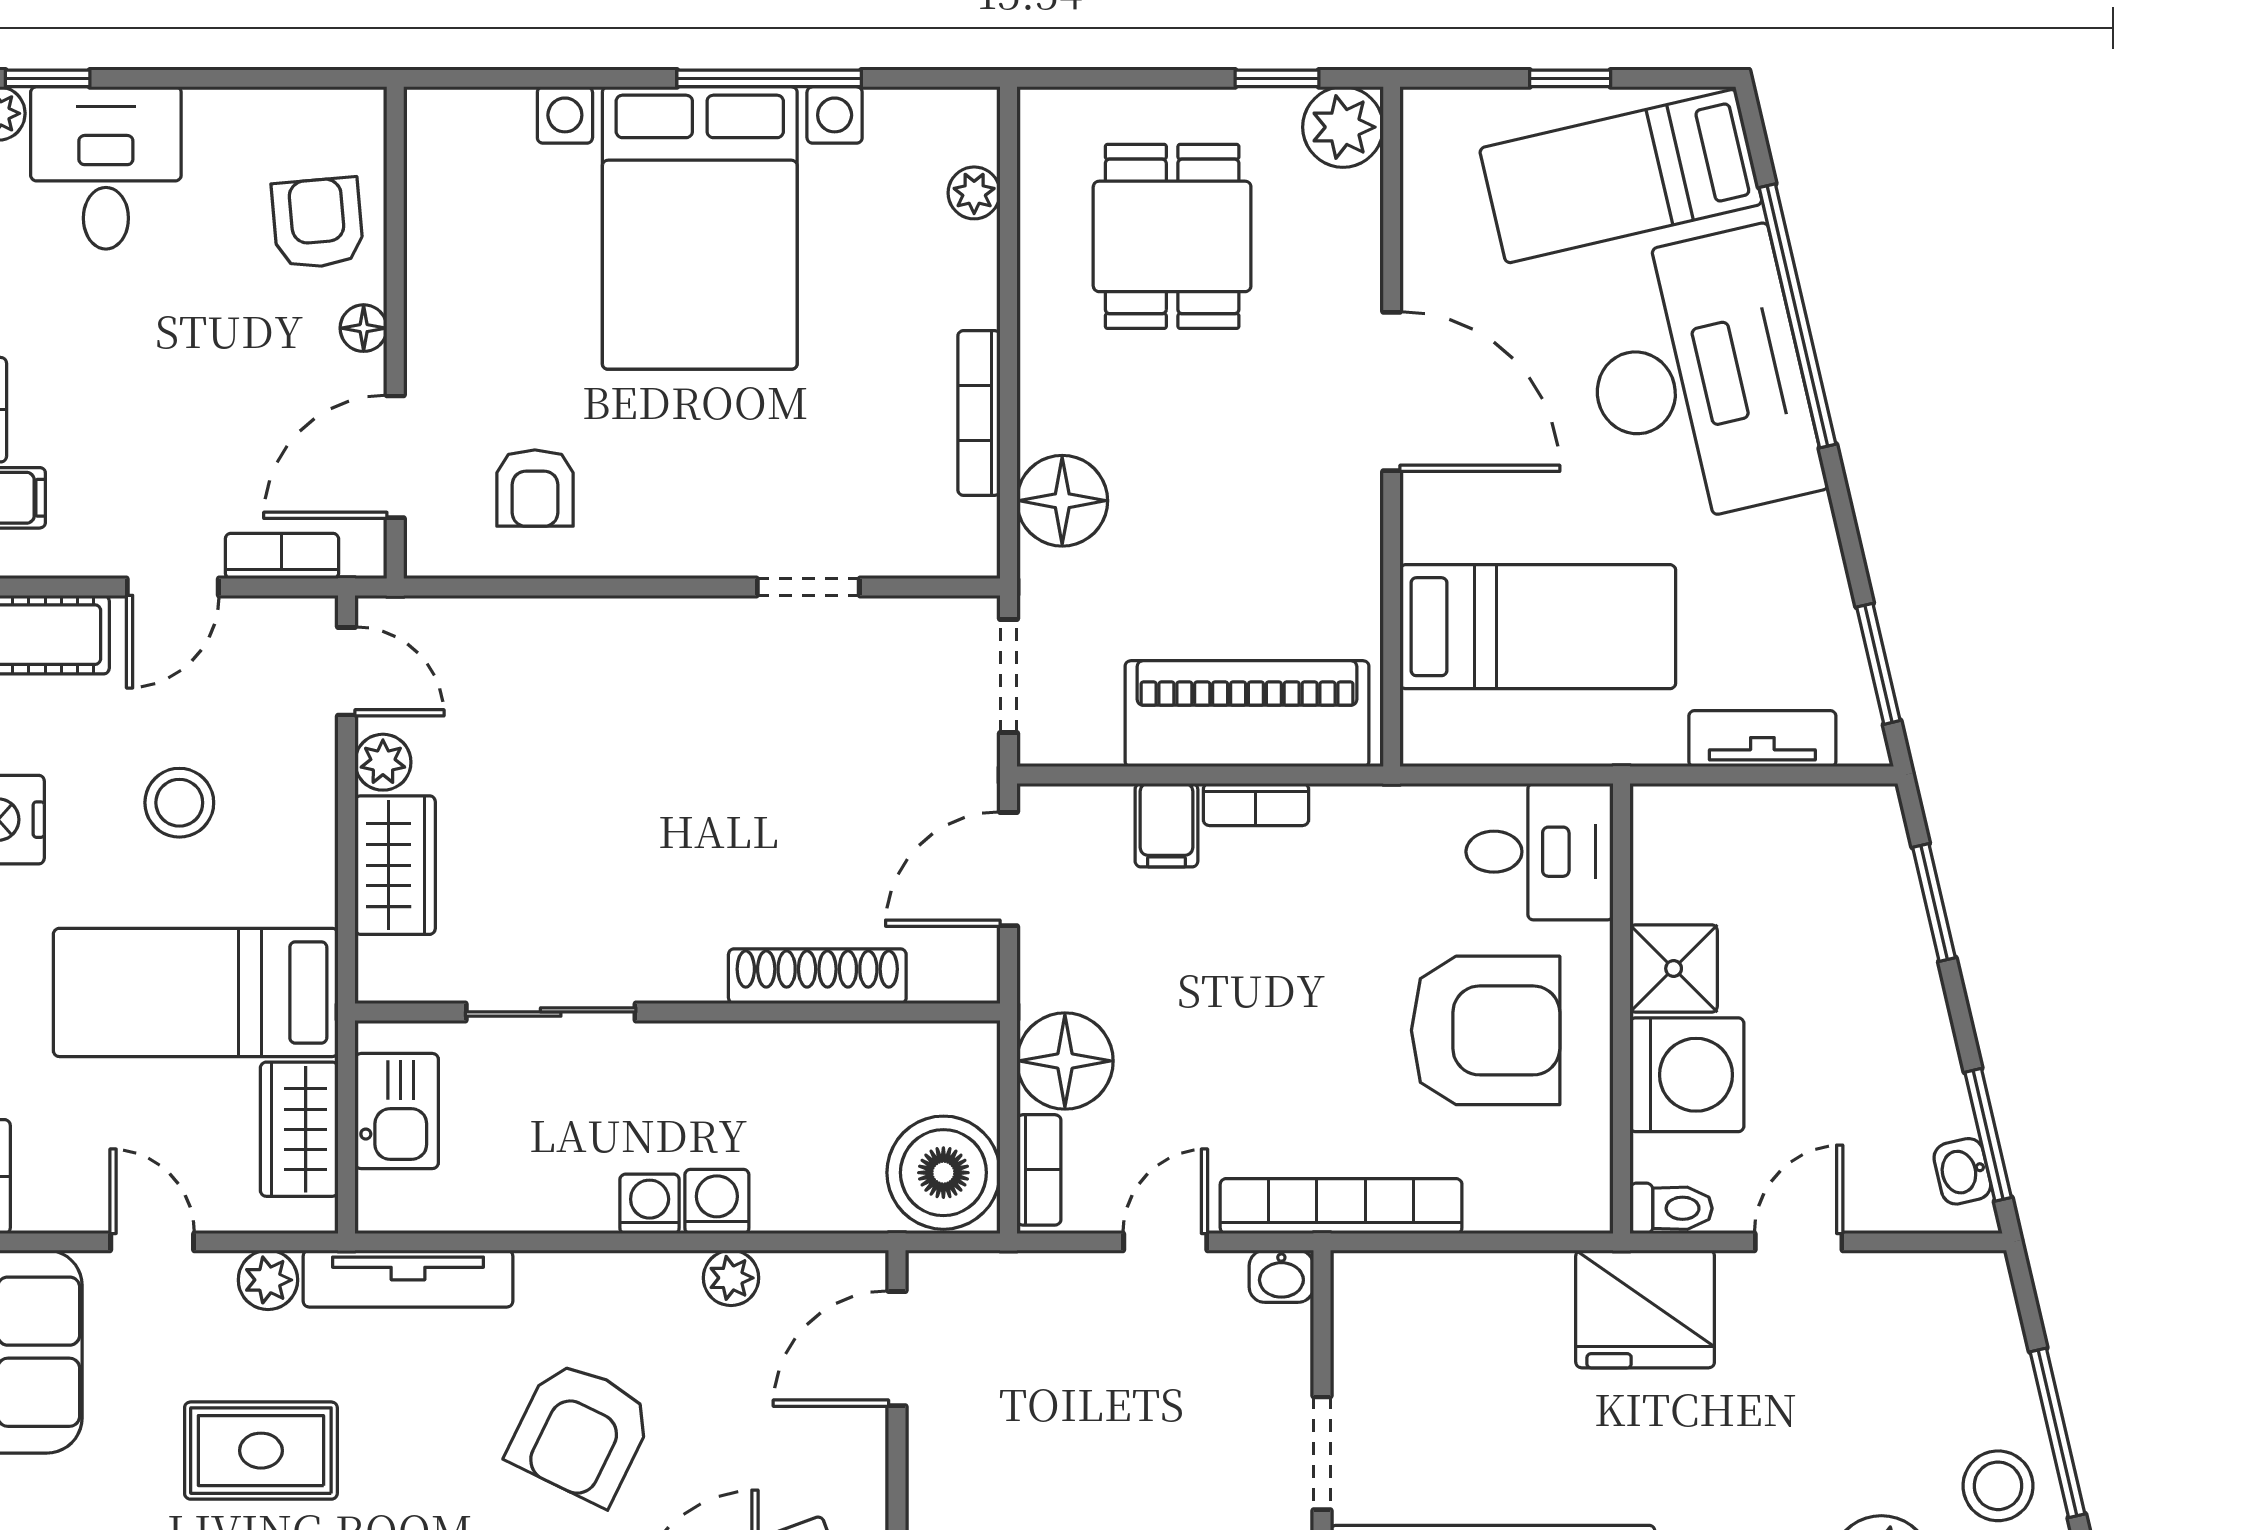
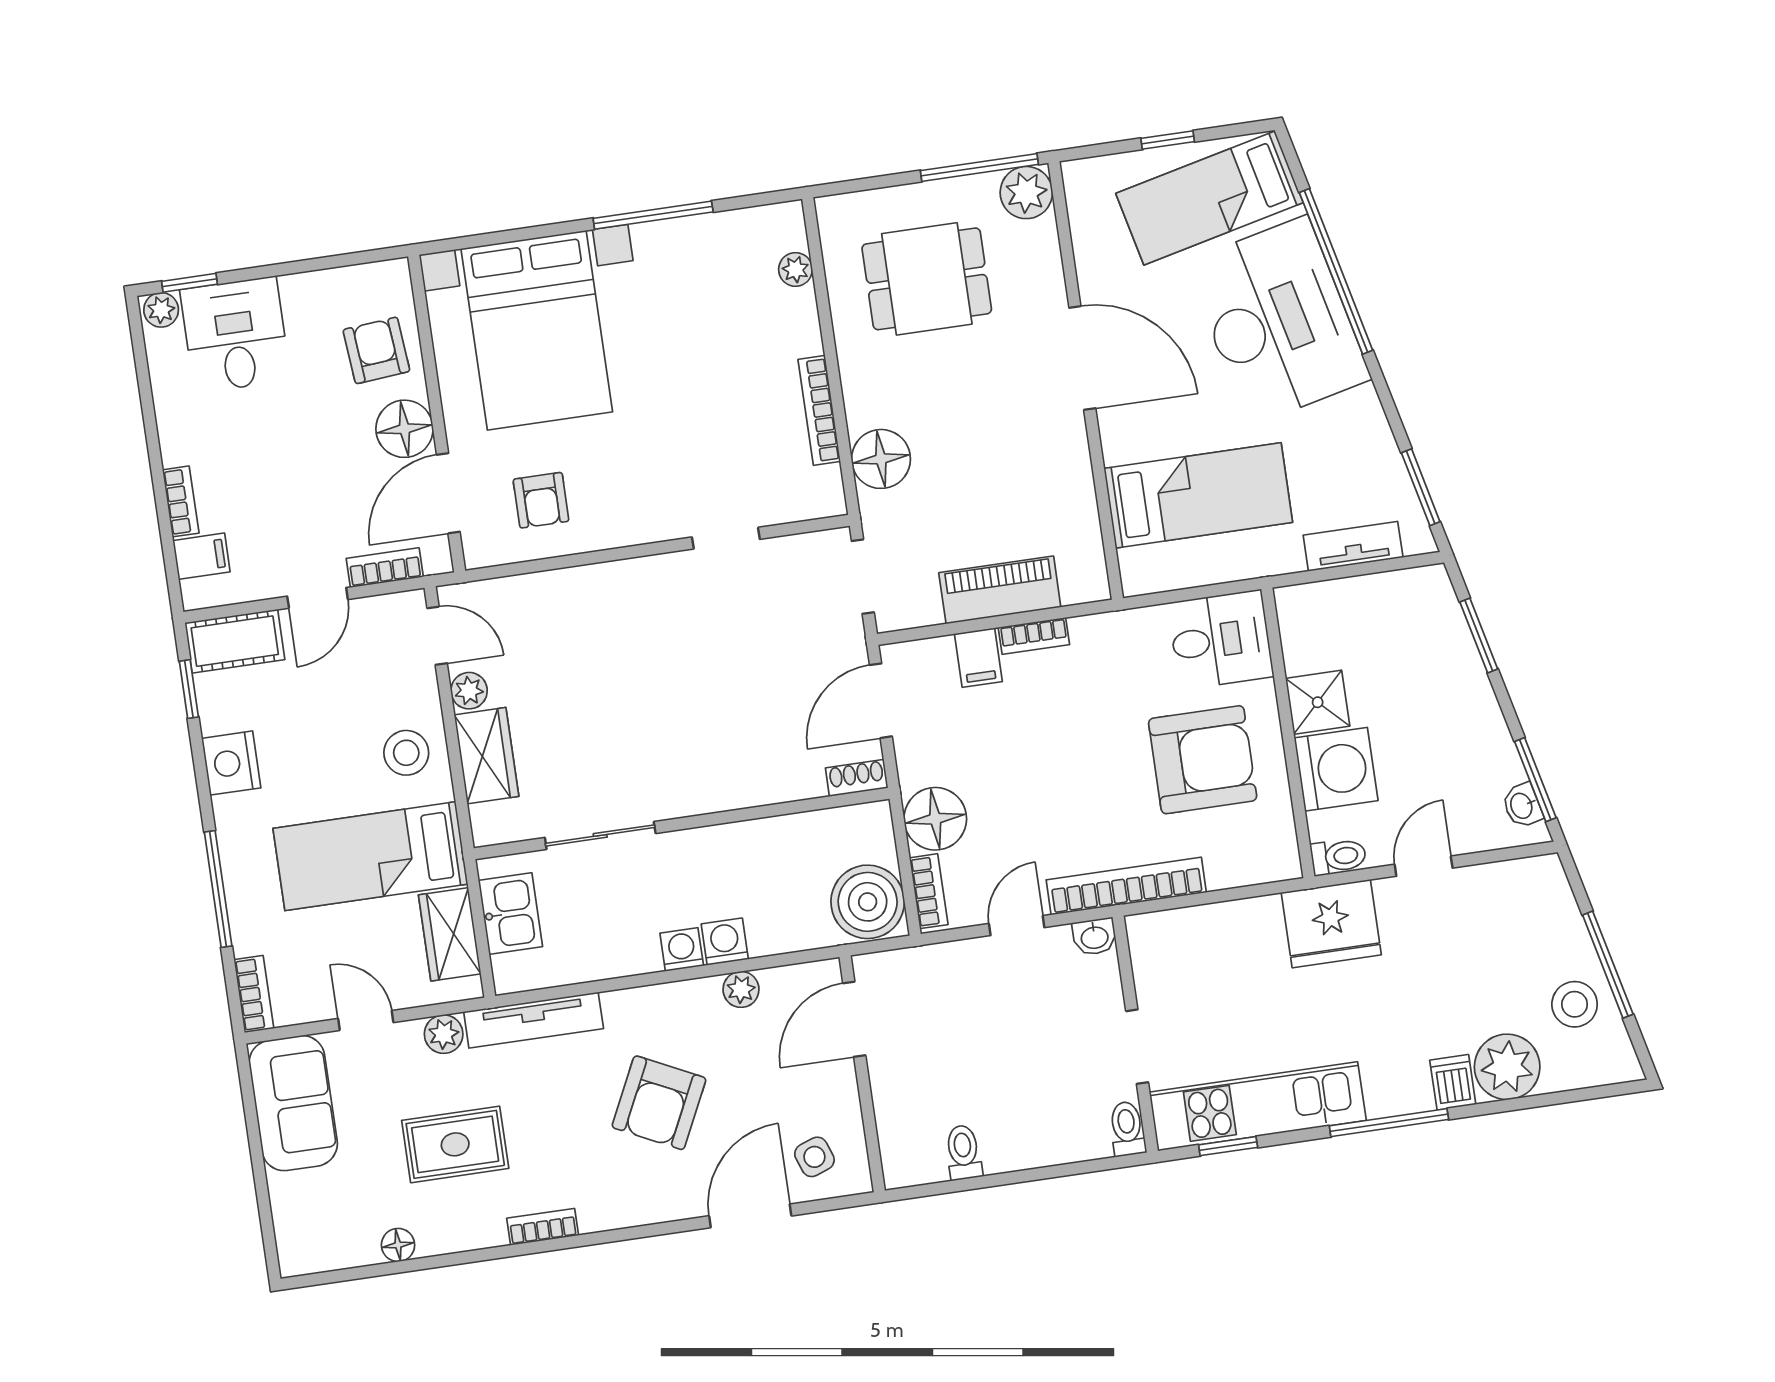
window: (1277, 78) -> (979, 167), width x2.17
bed with nightstands: (700, 228) -> (537, 330), moved
dining table: (1172, 236) -> (927, 279), turned 90
floor lamp: (364, 328) -> (405, 429), width x1.89, depth x1.89
piano: (1247, 714) -> (1000, 590), width x0.73, depth x0.75
stool: (179, 803) -> (406, 753), moved
shoe rack: (817, 976) -> (857, 778), moved, width x0.51, depth x0.81

